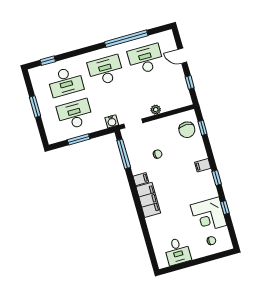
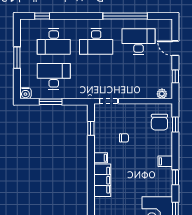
desk: (106, 70) -> (96, 41), turned 180
plant: (156, 110) -> (162, 94), moved
water cooler: (112, 121) -> (25, 93), moved
window: (124, 154) -> (91, 128), width x0.46

